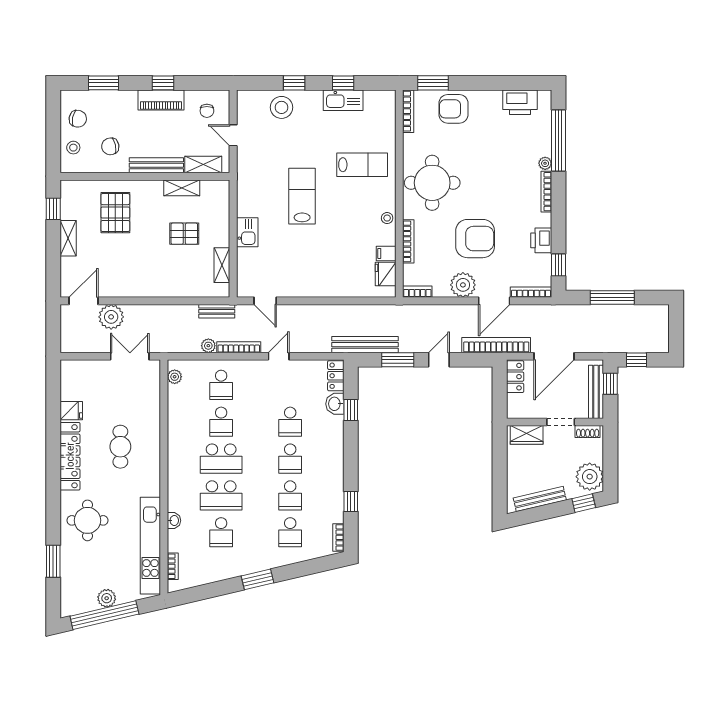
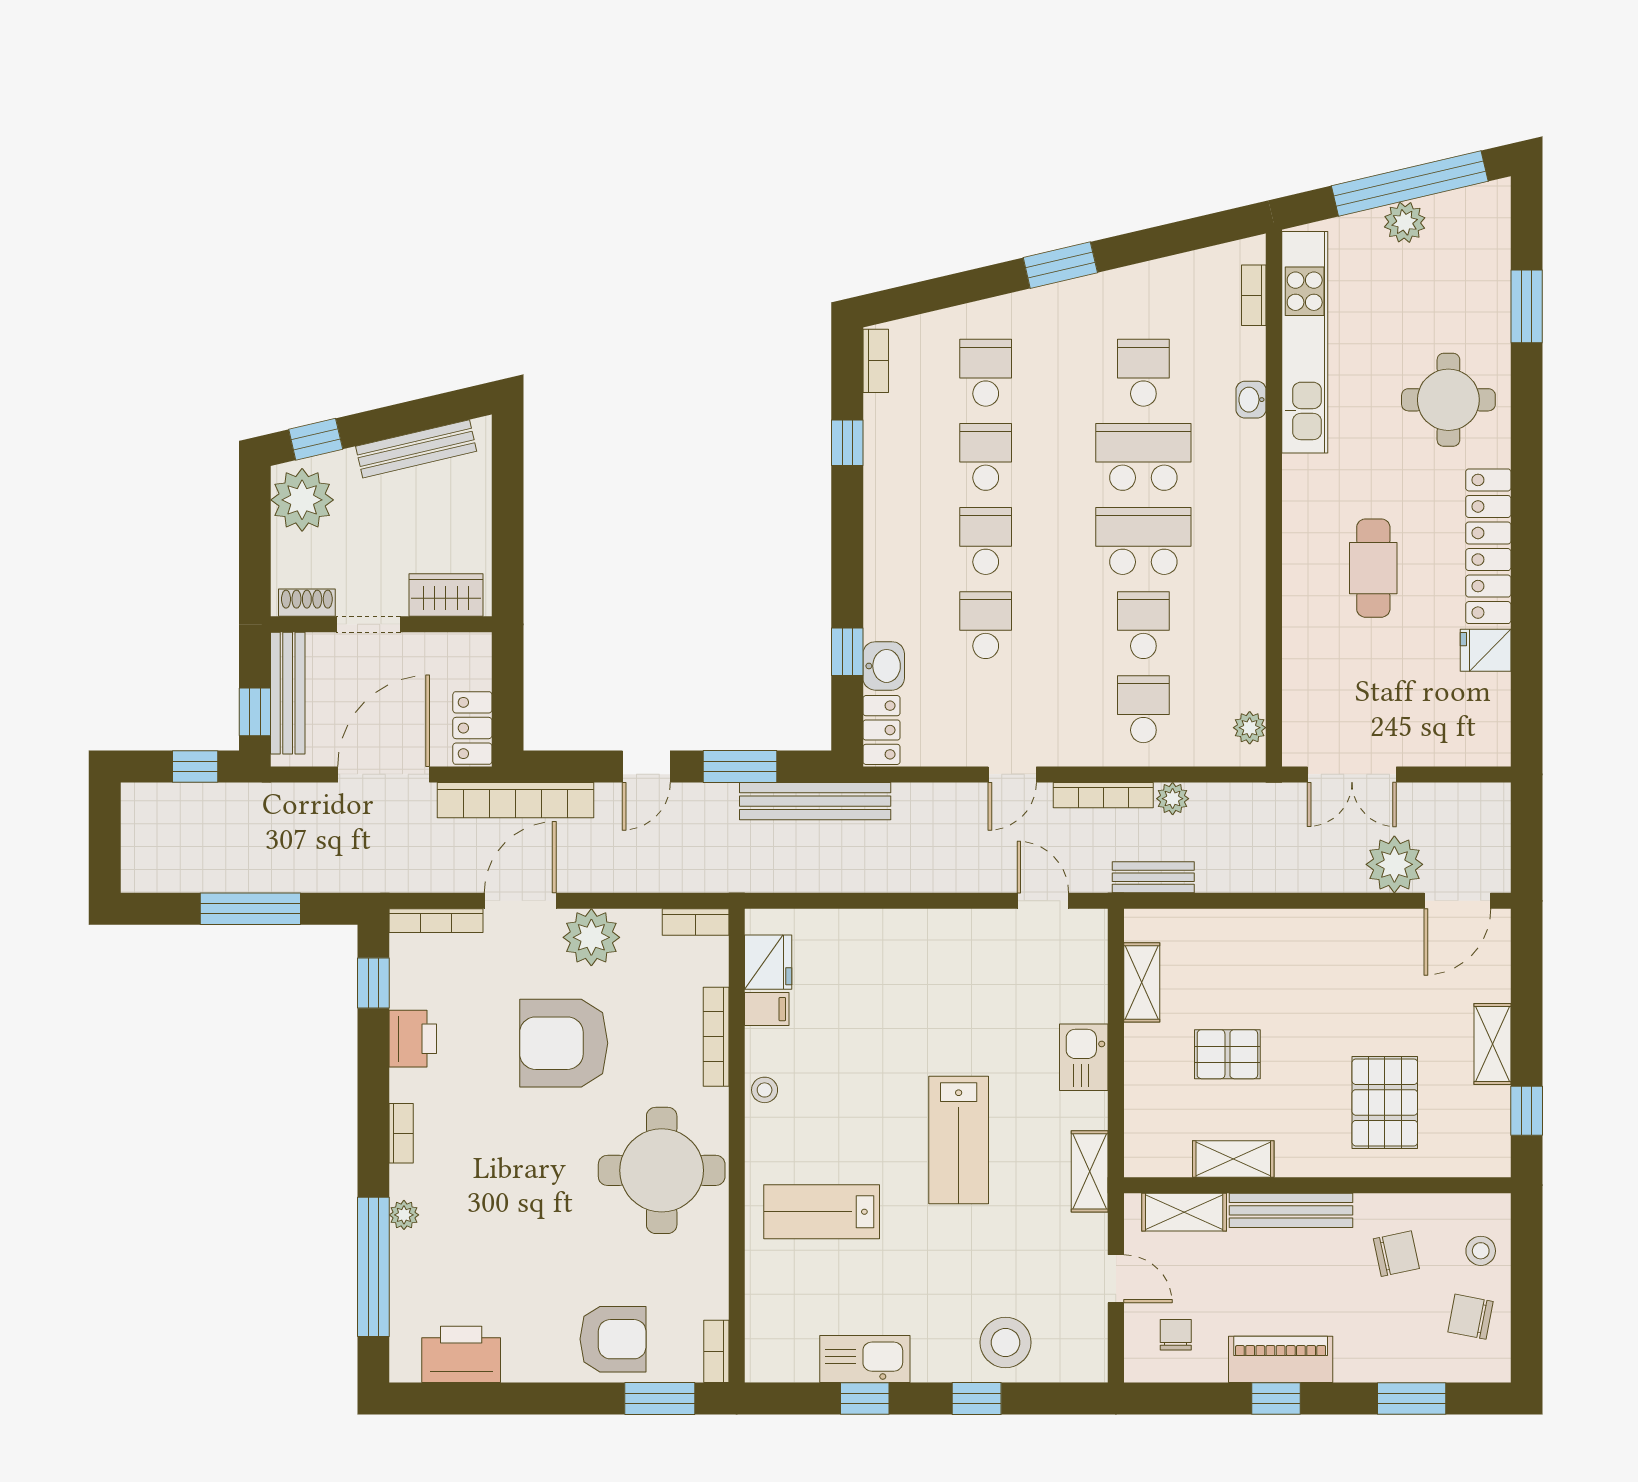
bookcase: (408, 111) -> (716, 1351), width x0.64
shelving: (245, 182) -> (1090, 1171), added
bookcase: (546, 192) -> (401, 1133), width x0.64

